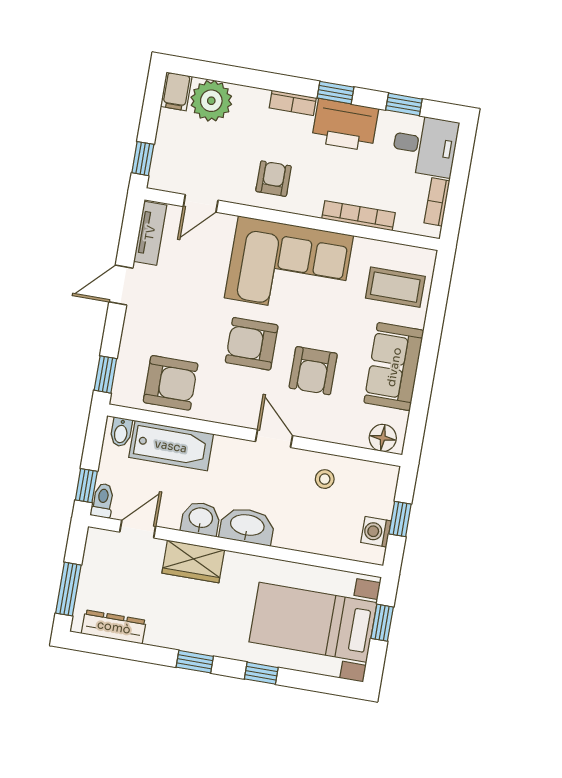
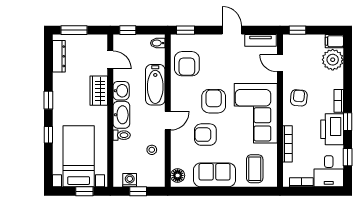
armchair: (274, 179) -> (299, 98), turned -85
bathtub: (171, 446) -> (155, 85), moved
toilet: (103, 500) -> (122, 135), moved

